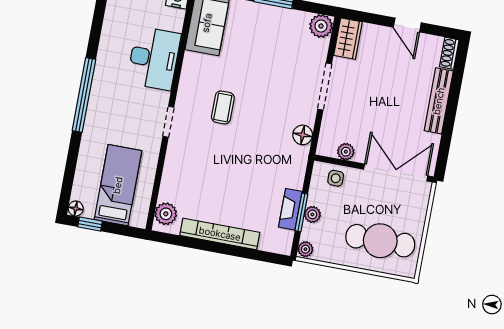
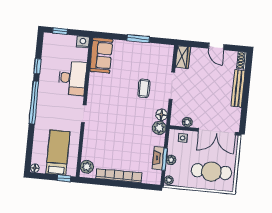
plant: (321, 26) -> (159, 128), moved
window: (95, 33) -> (37, 66), added
coffee table: (223, 107) -> (144, 88), moved
double door: (396, 173) -> (217, 132), swing flipped
window: (90, 224) -> (64, 178), moved

